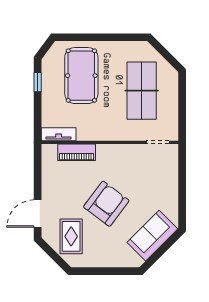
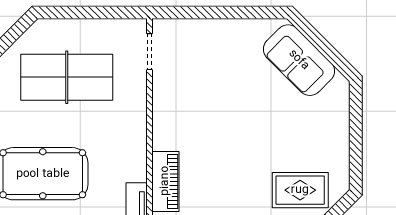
armchair: (106, 204) -> (248, 134), removed

